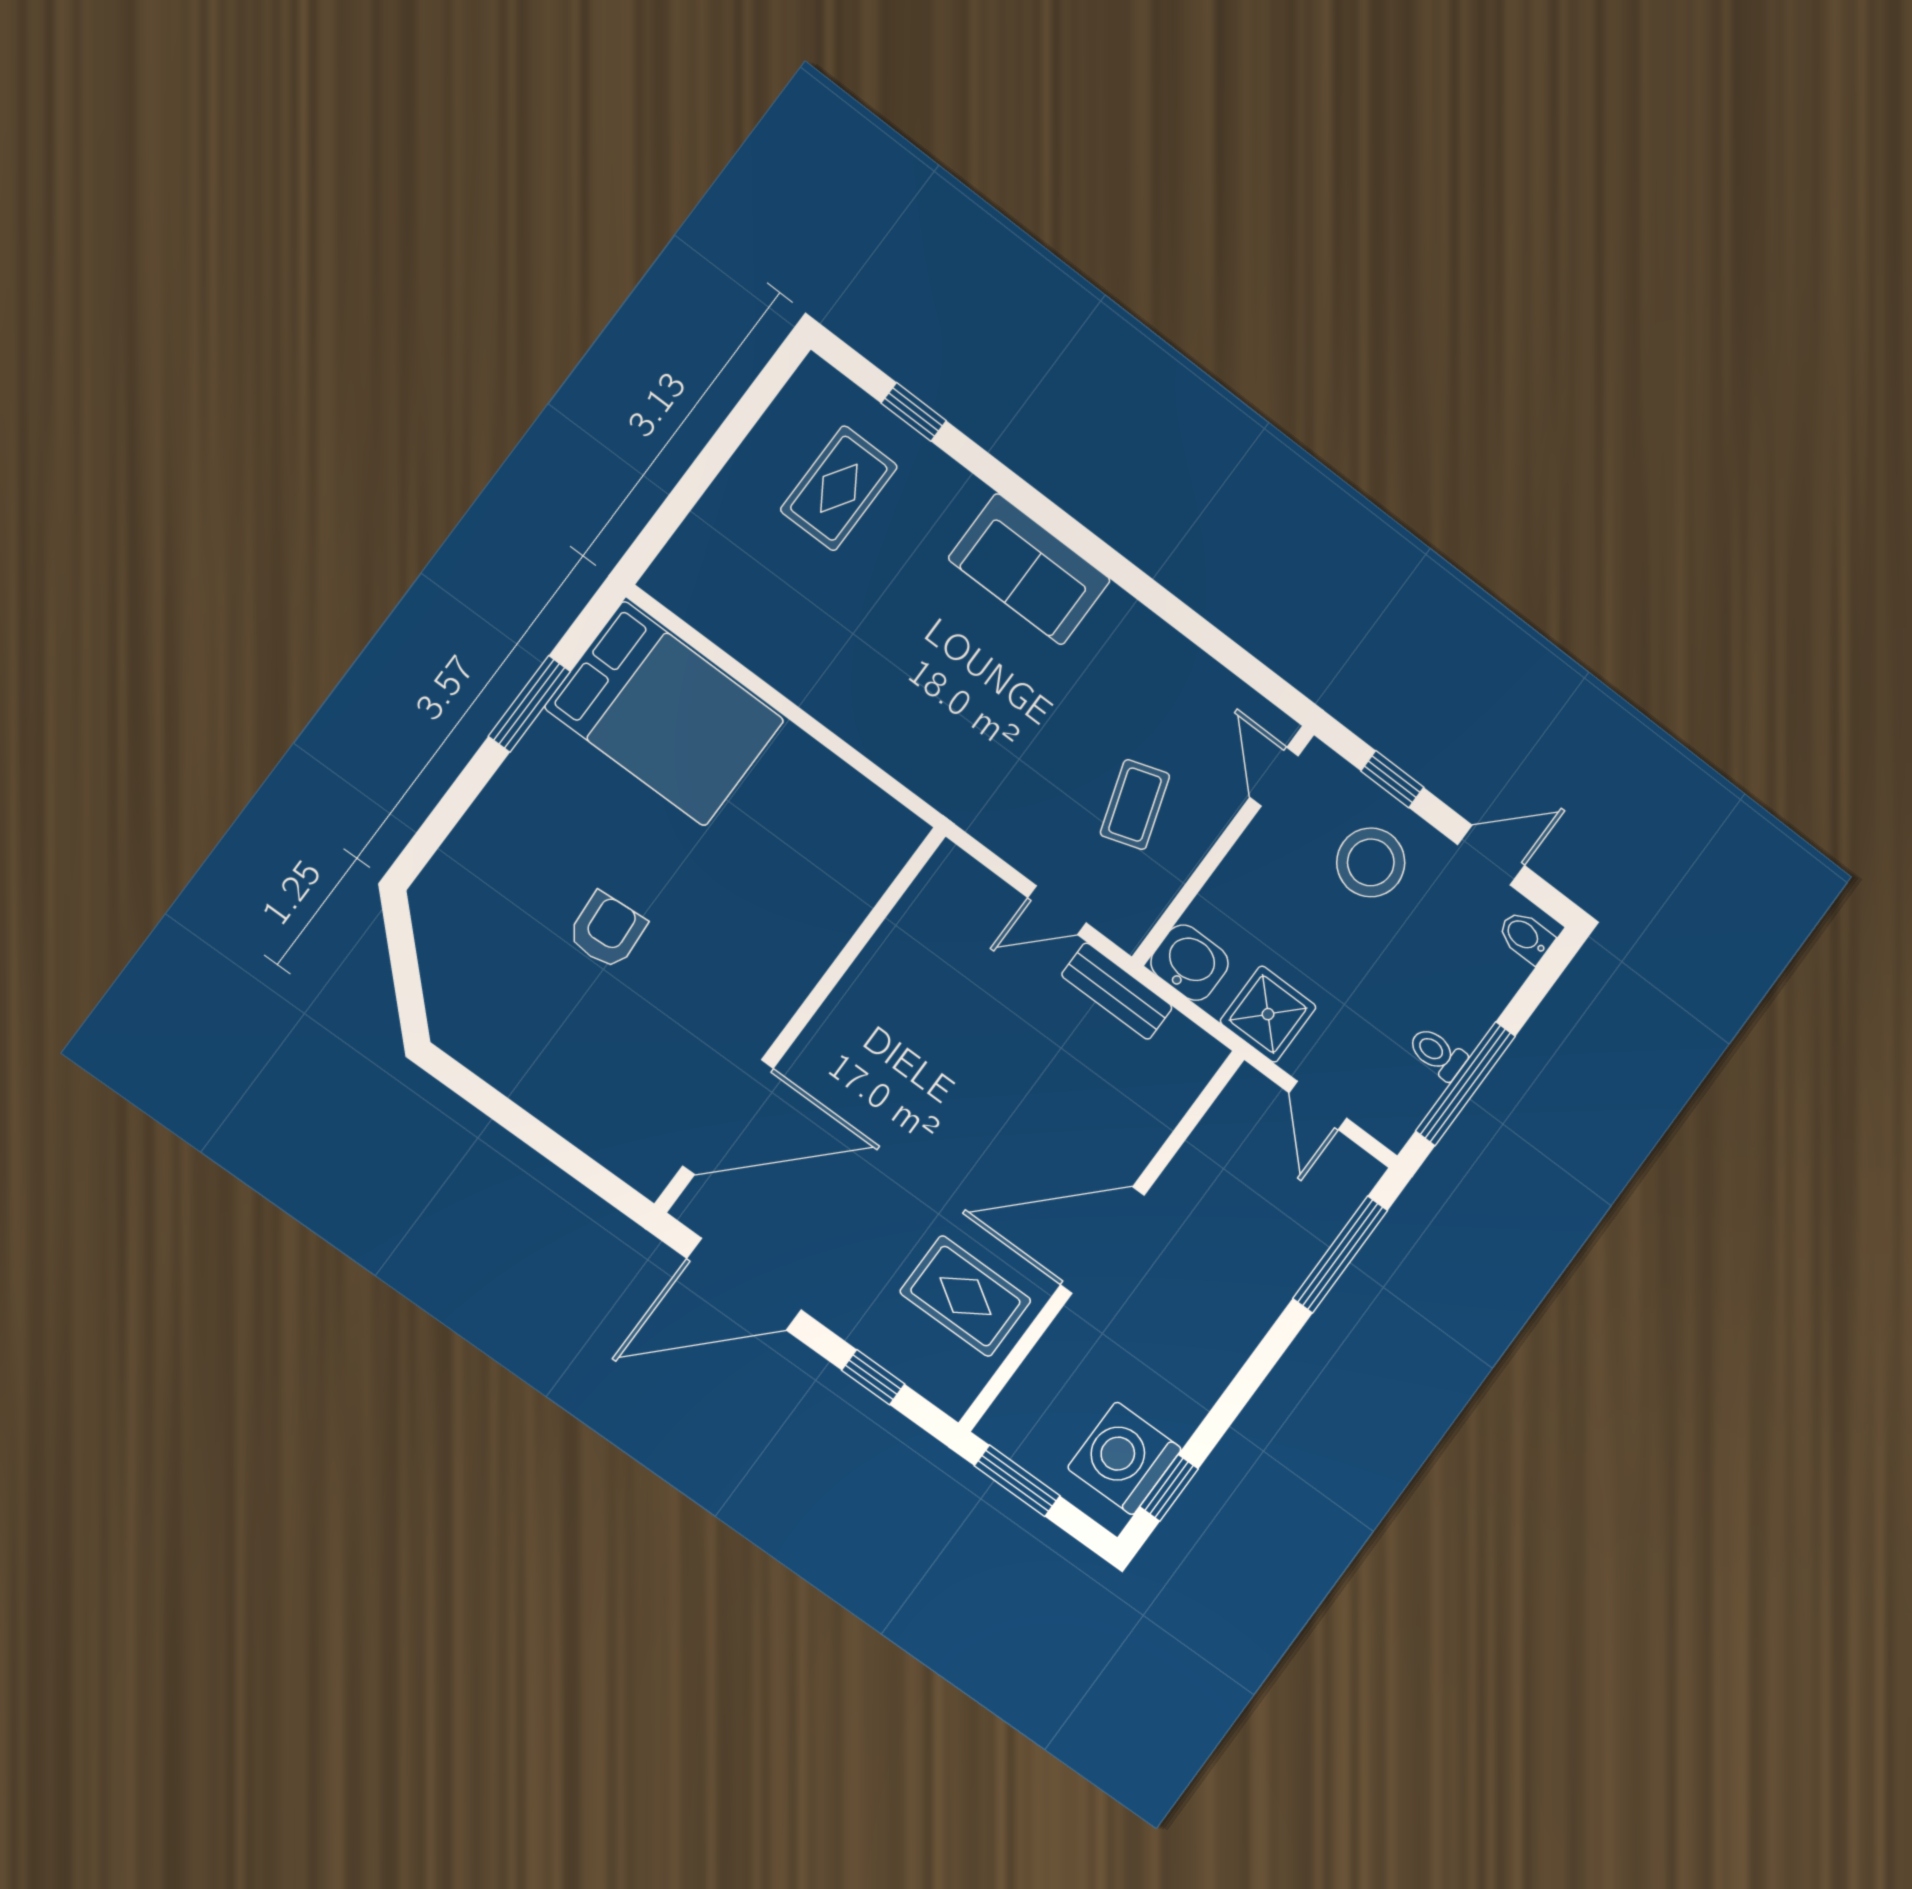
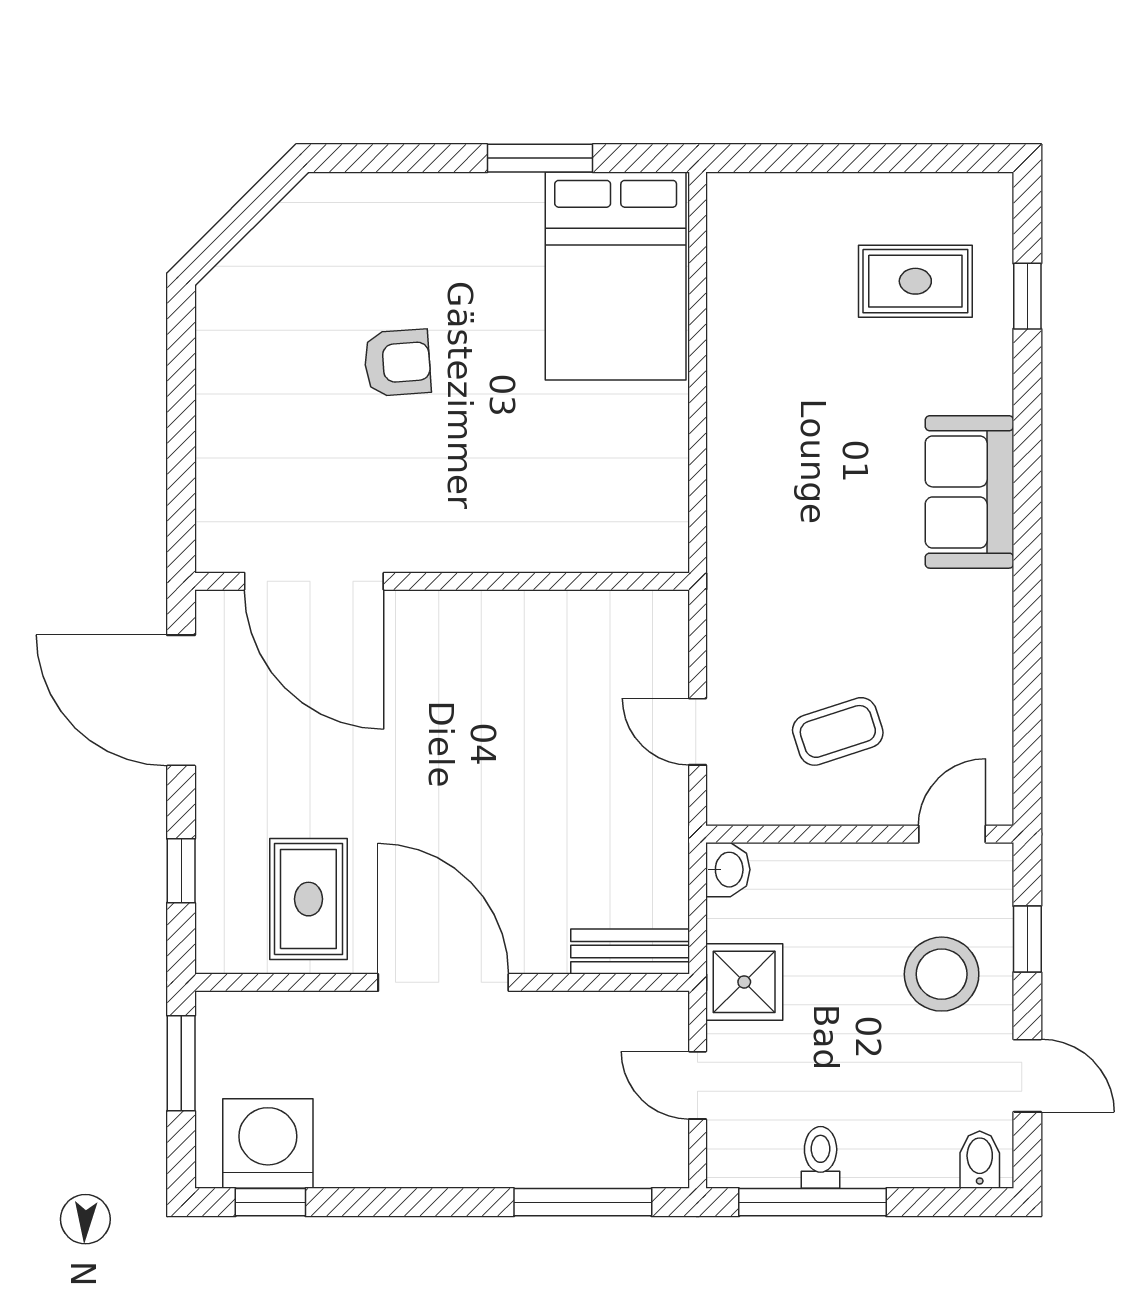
washbasin: (1189, 963) -> (728, 870), width x0.72, depth x0.69
bench: (1117, 991) -> (630, 952), moved, turned 90
door: (1318, 1106) -> (698, 1085), hinge flipped

